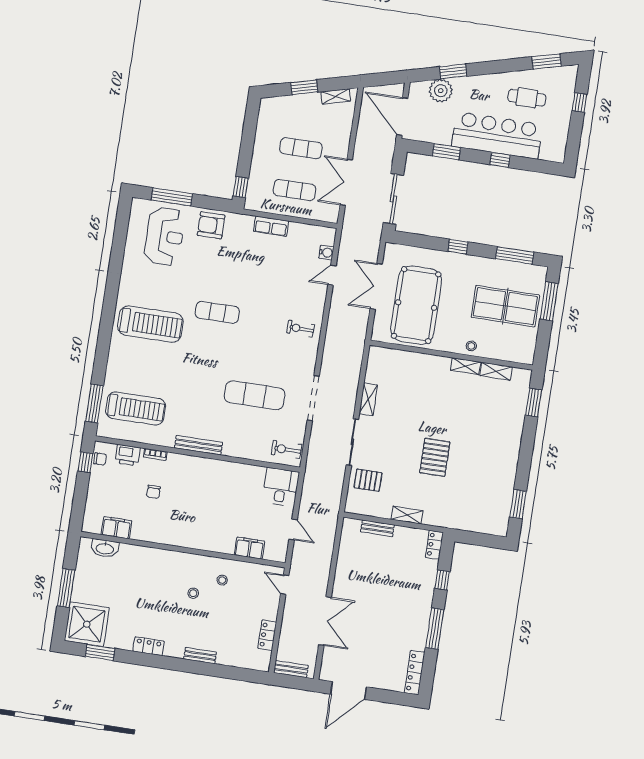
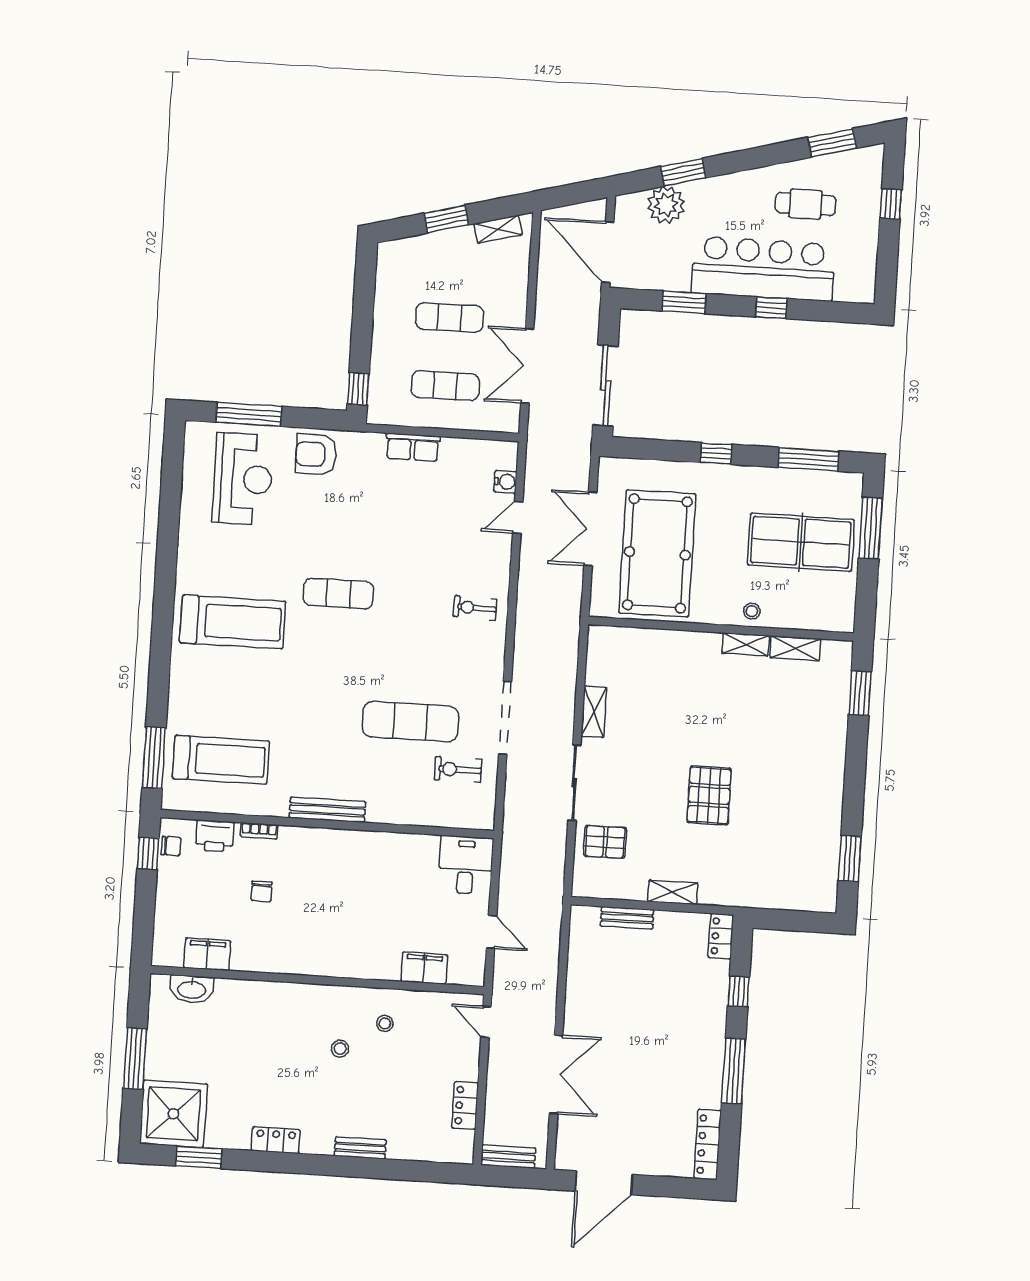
exercise bike: (286, 450) -> (458, 770), moved

